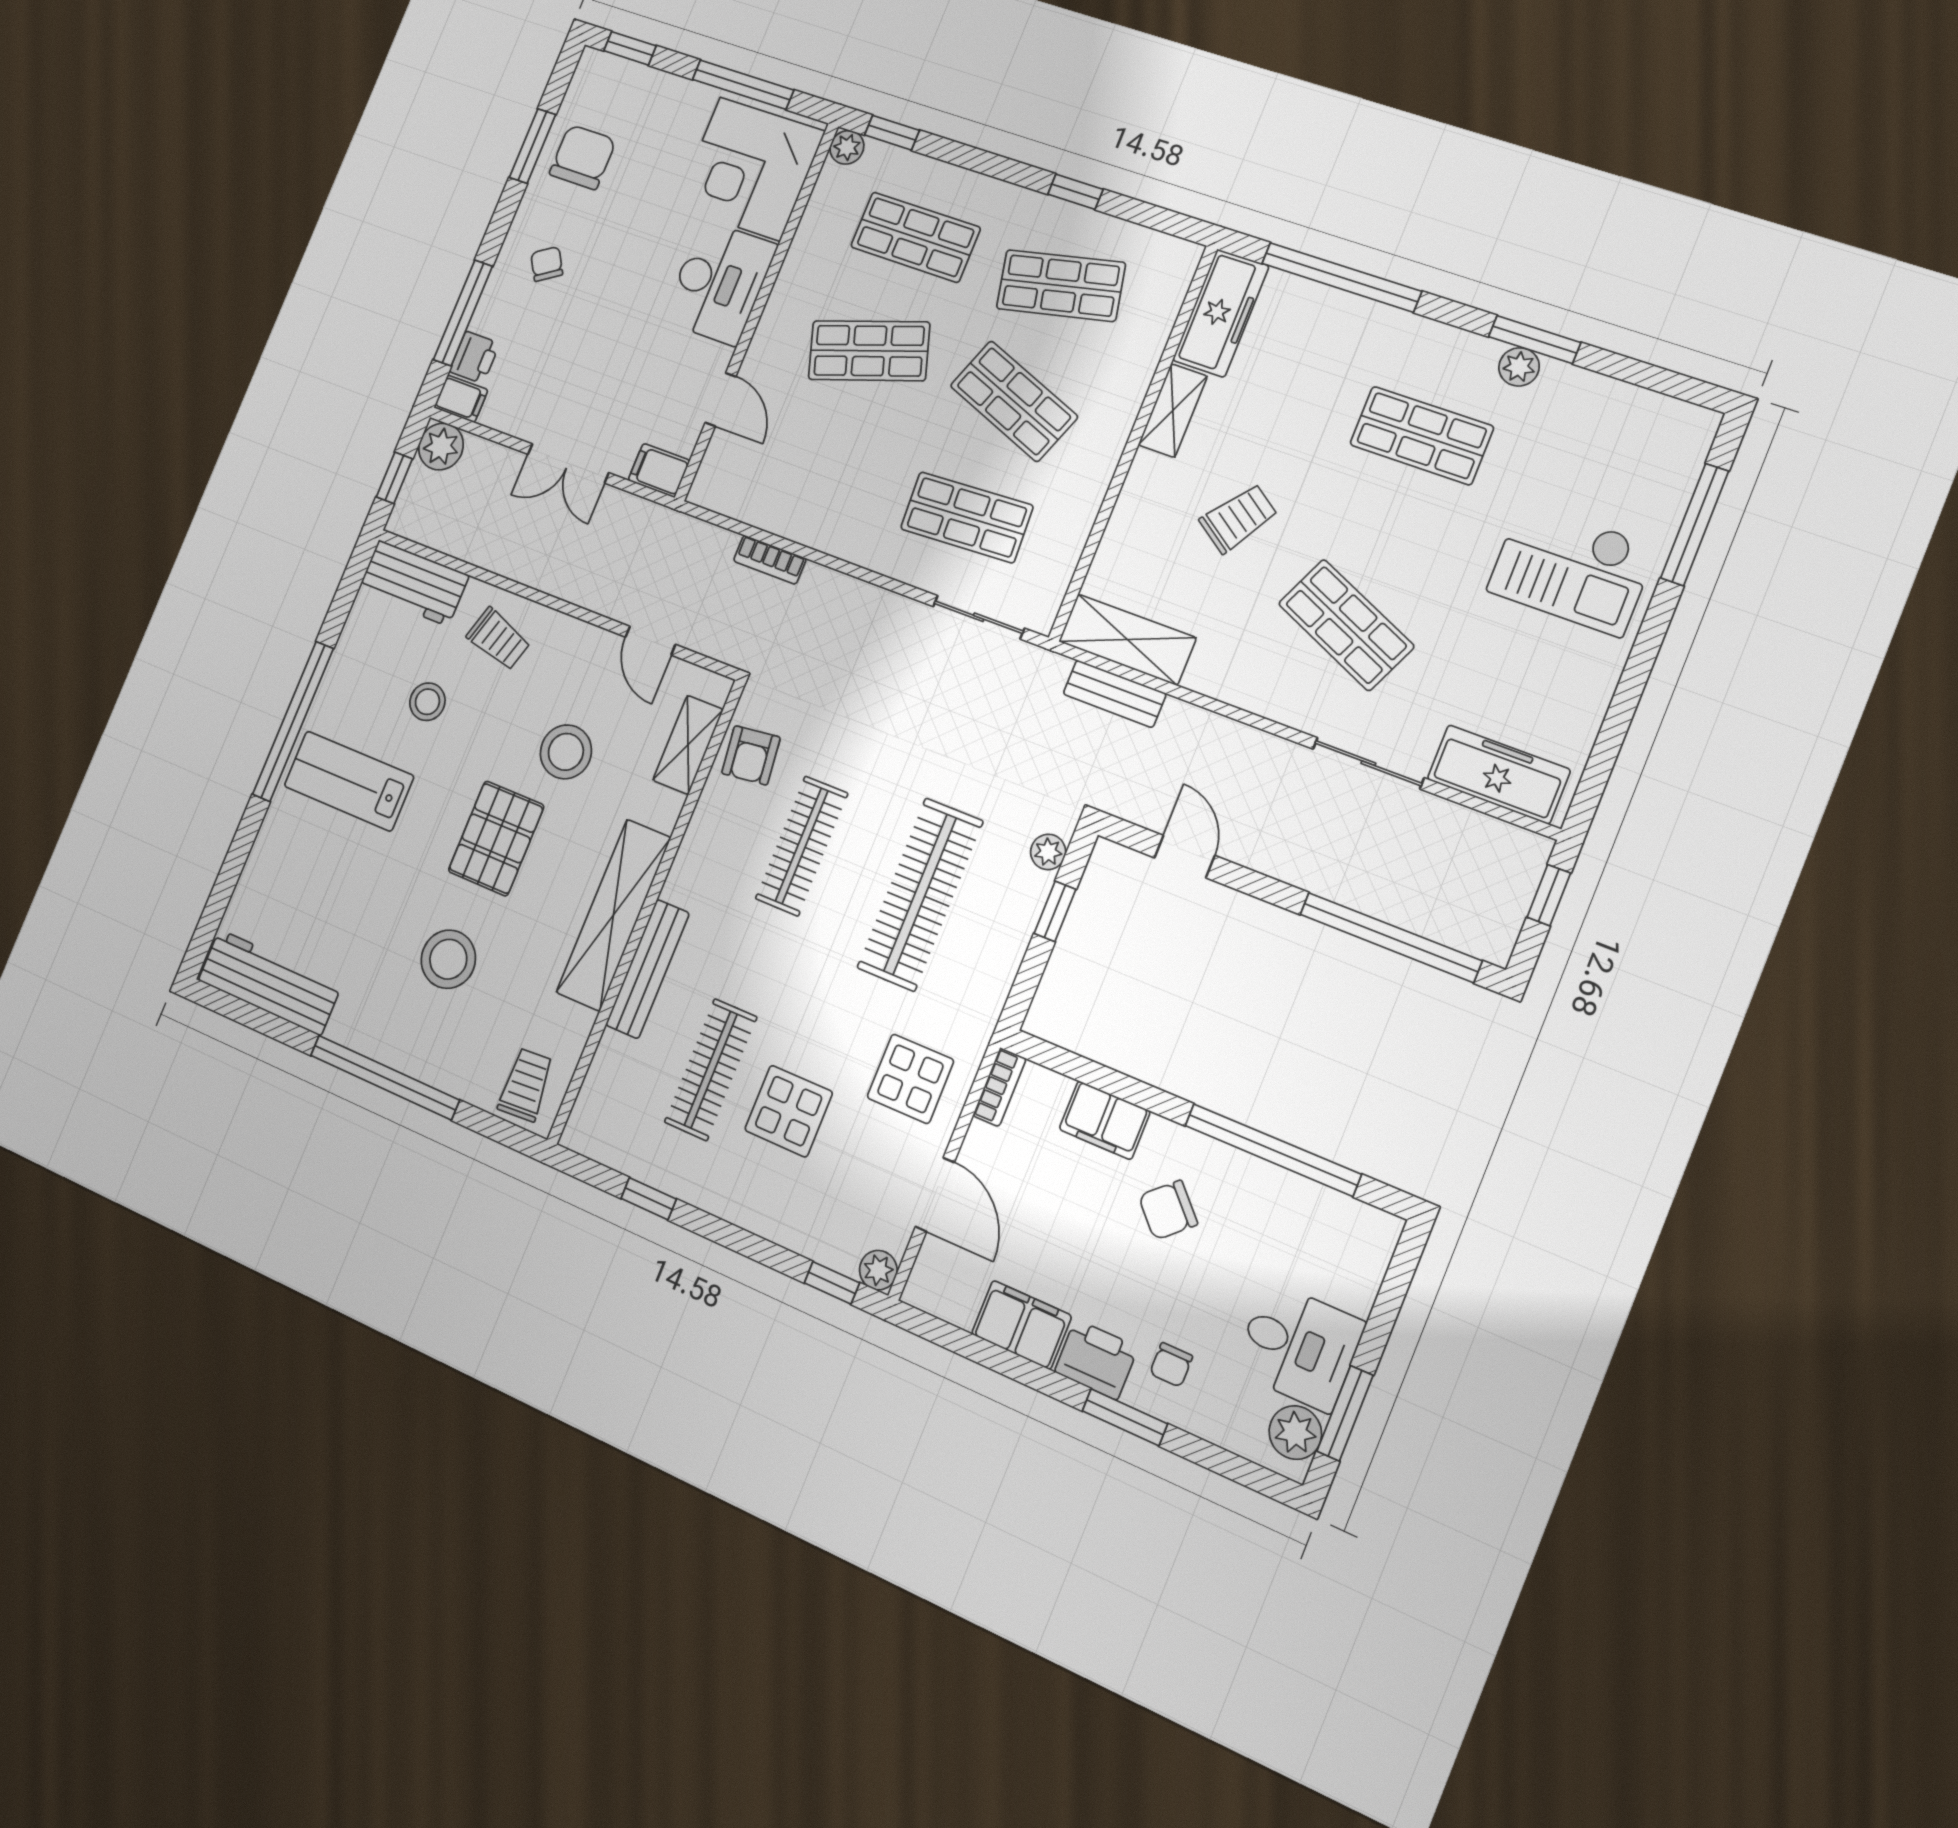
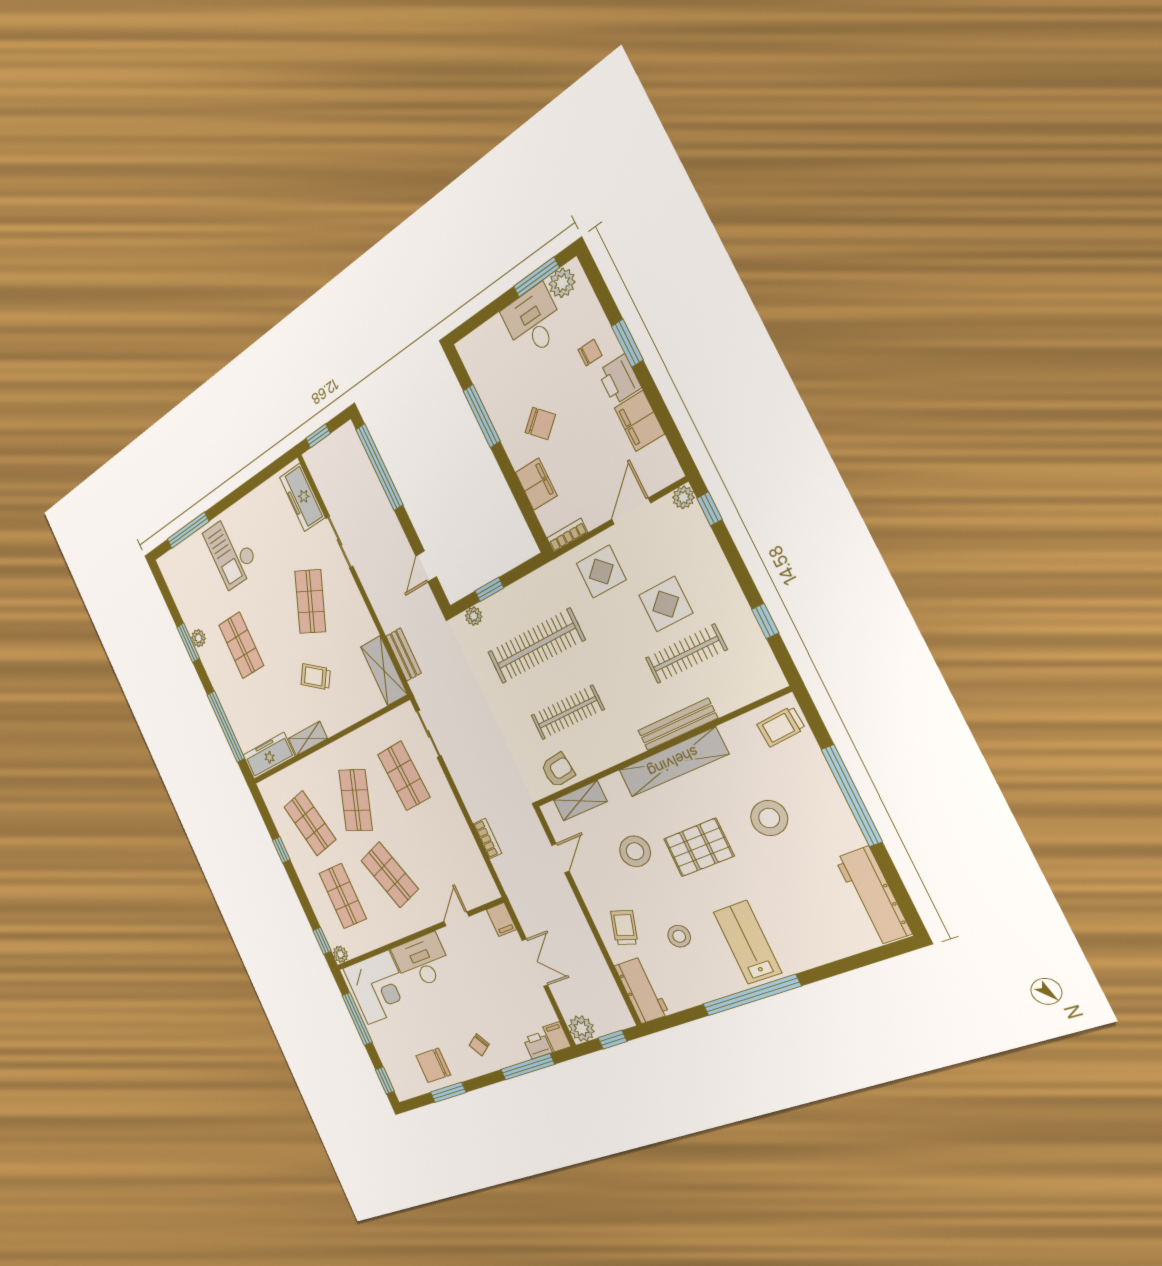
checkout: (1572, 569) -> (231, 551), turned 180
lab bench: (349, 781) -> (747, 942), turned 180
window: (1273, 1150) -> (482, 416), width x0.68

